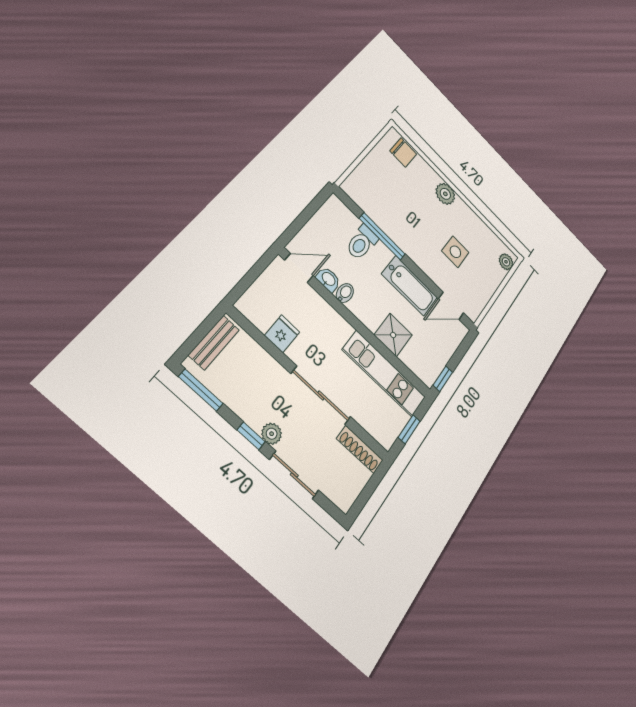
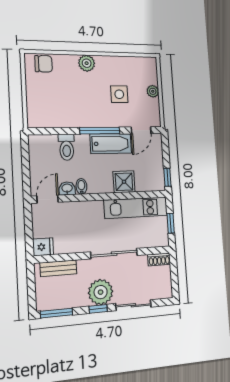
window: (382, 236) -> (100, 131), moved
plant: (506, 262) -> (153, 91), moved
fridge: (282, 334) -> (43, 247), moved, turned 90
bench: (214, 342) -> (58, 268), moved, turned 90
plant: (272, 434) -> (101, 292), width x1.87, depth x1.87
shoe rack: (360, 449) -> (159, 259), width x0.70

